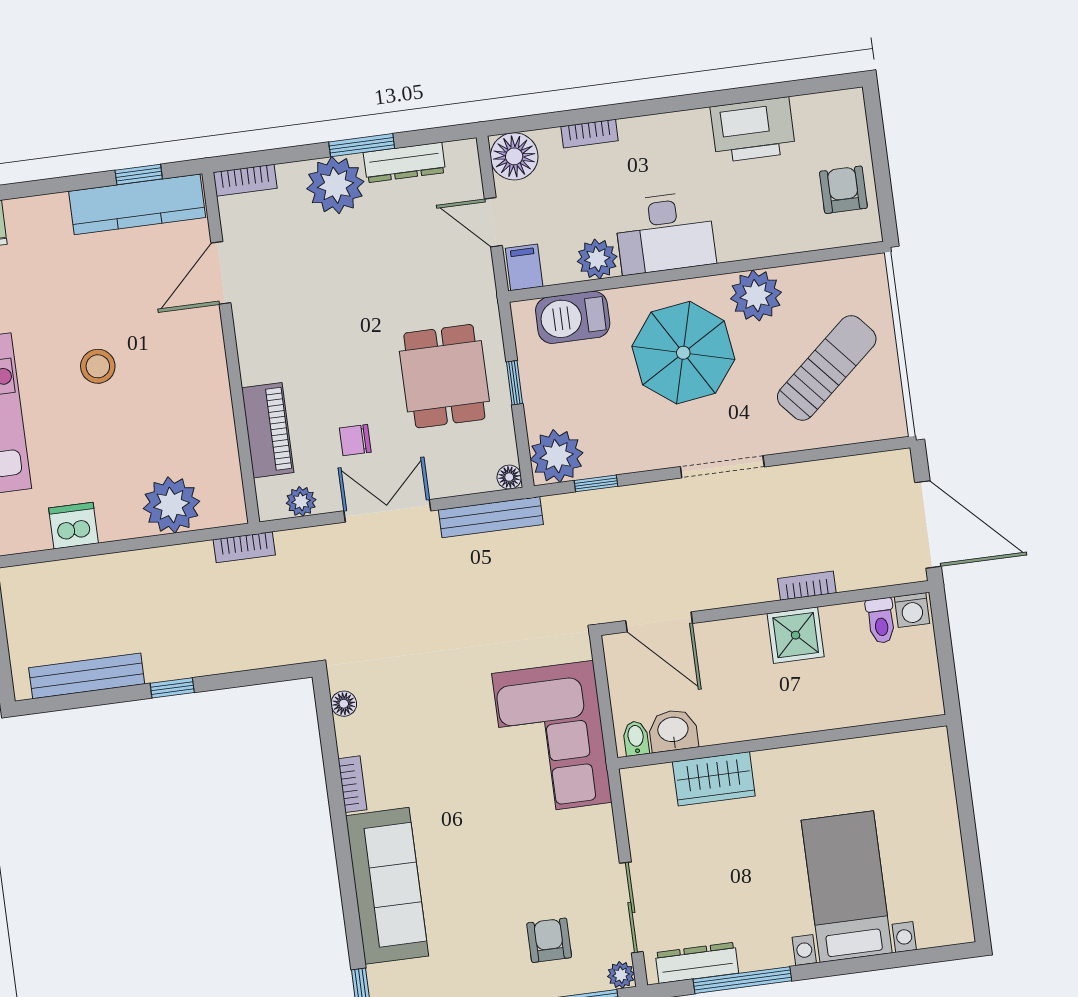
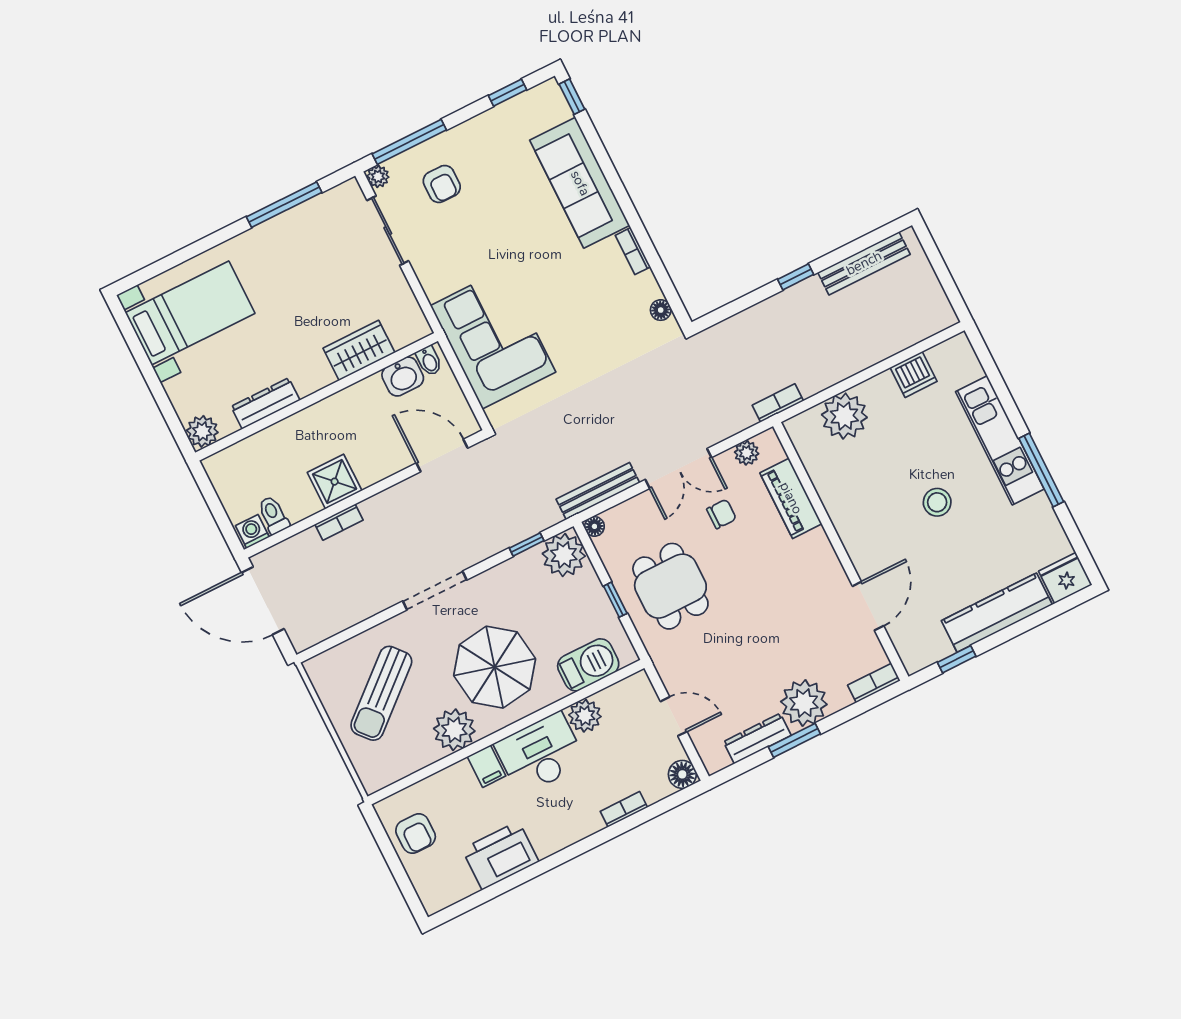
floor lamp: (514, 156) -> (682, 774), width x0.73, depth x0.73
kitchen counter: (137, 204) -> (997, 613), moved
filing cabinet: (524, 267) -> (487, 766), moved
plant: (930, 748) -> (202, 431), added
bed with nightstands: (847, 887) -> (190, 313), moved, turned -90
dresser: (697, 963) -> (265, 403), moved, turned 180

